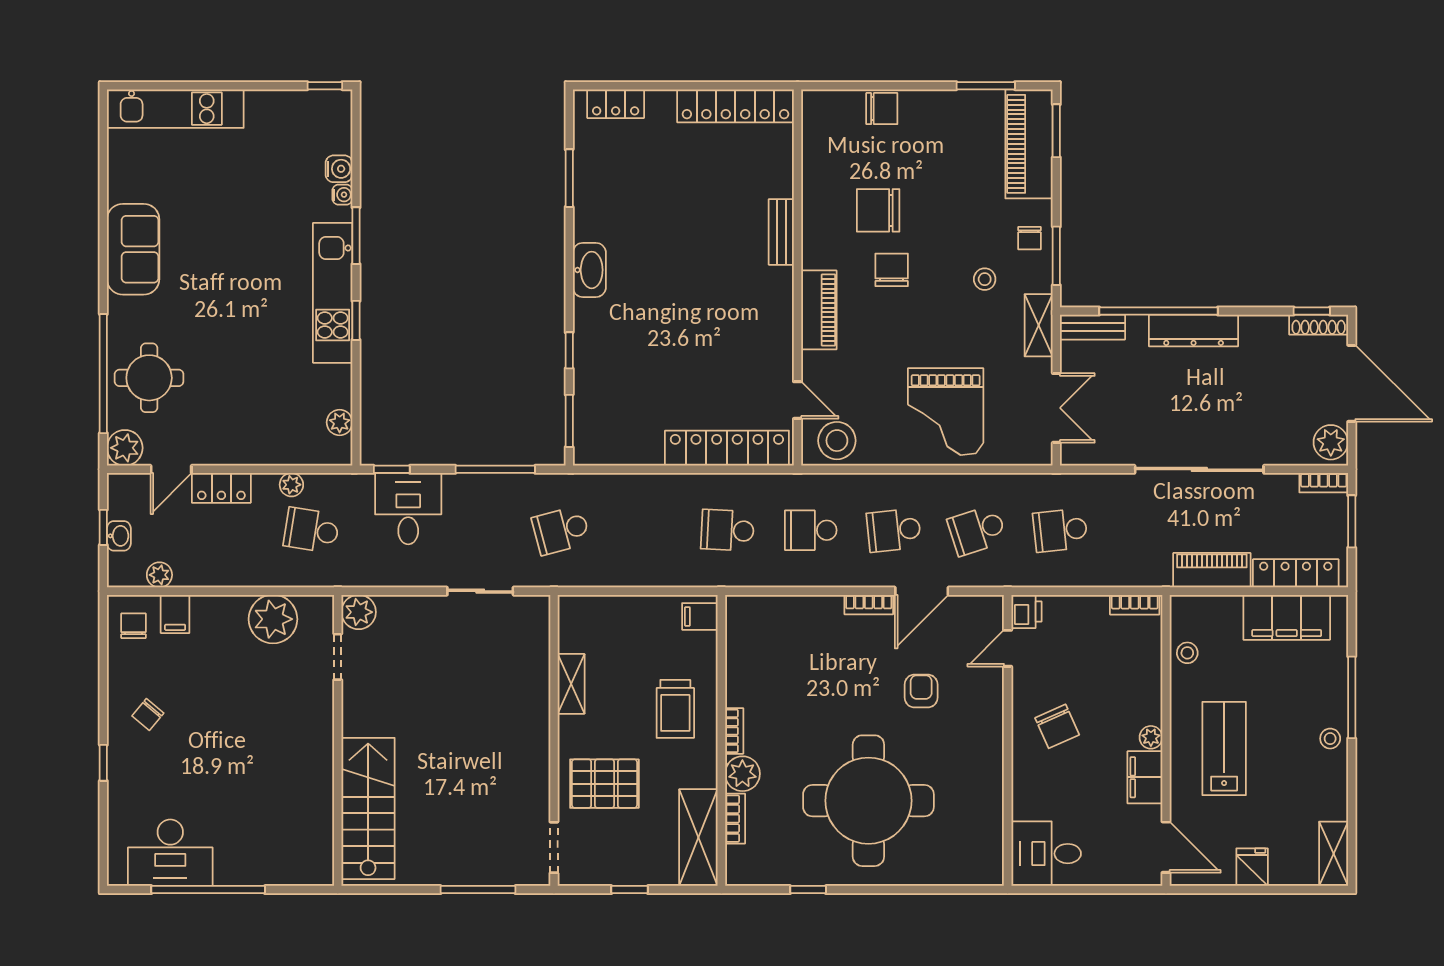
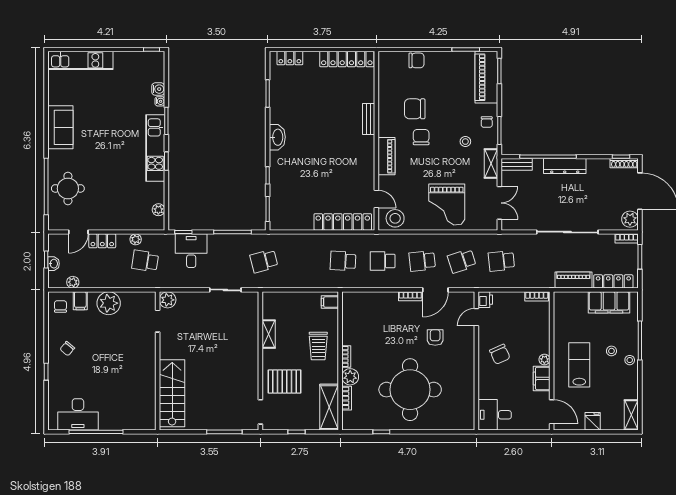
plant: (125, 448) -> (56, 222), removed
plant: (273, 619) -> (109, 303), moved
stool: (1187, 653) -> (611, 351), moved

